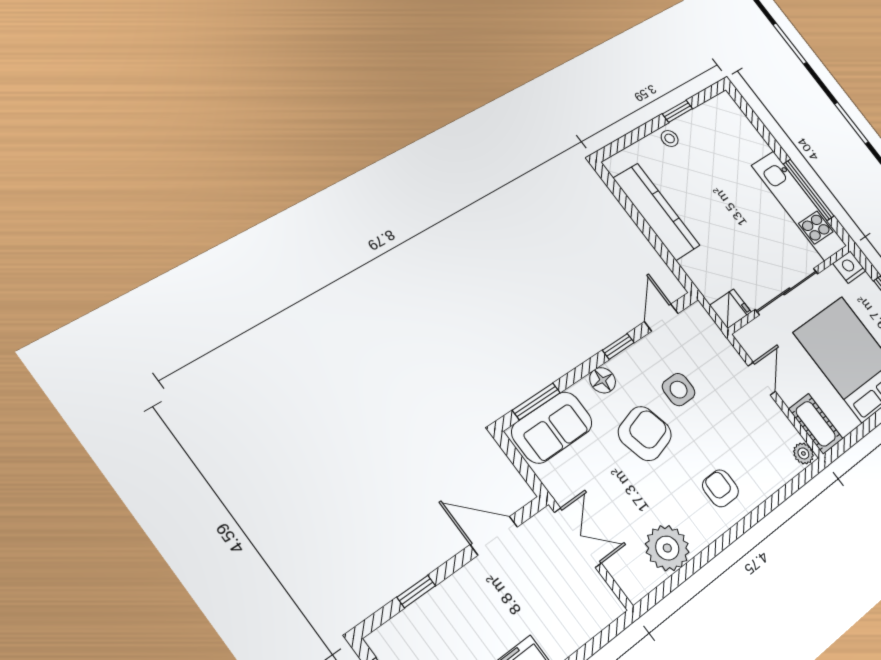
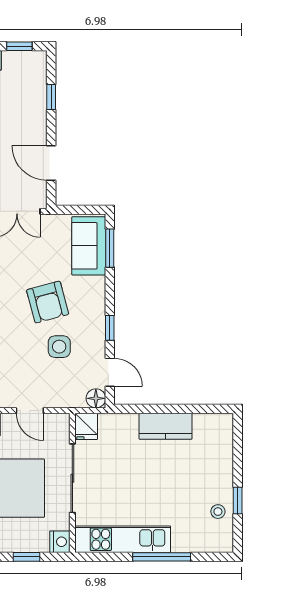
stool: (670, 138) -> (218, 512), moved
window: (809, 190) -> (162, 557), moved
kitchen counter: (656, 212) -> (166, 426), width x0.67
floor lamp: (603, 380) -> (96, 398), moved
door: (494, 536) -> (51, 163), swing flipped

